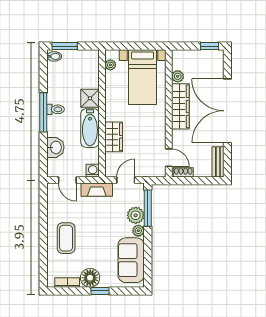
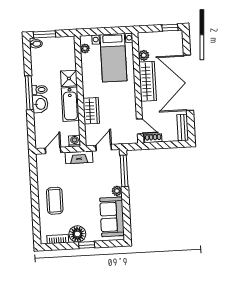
washbasin: (55, 147) -> (40, 104), moved
door: (67, 180) -> (53, 150), swing flipped
plant: (136, 215) -> (114, 178), removed

